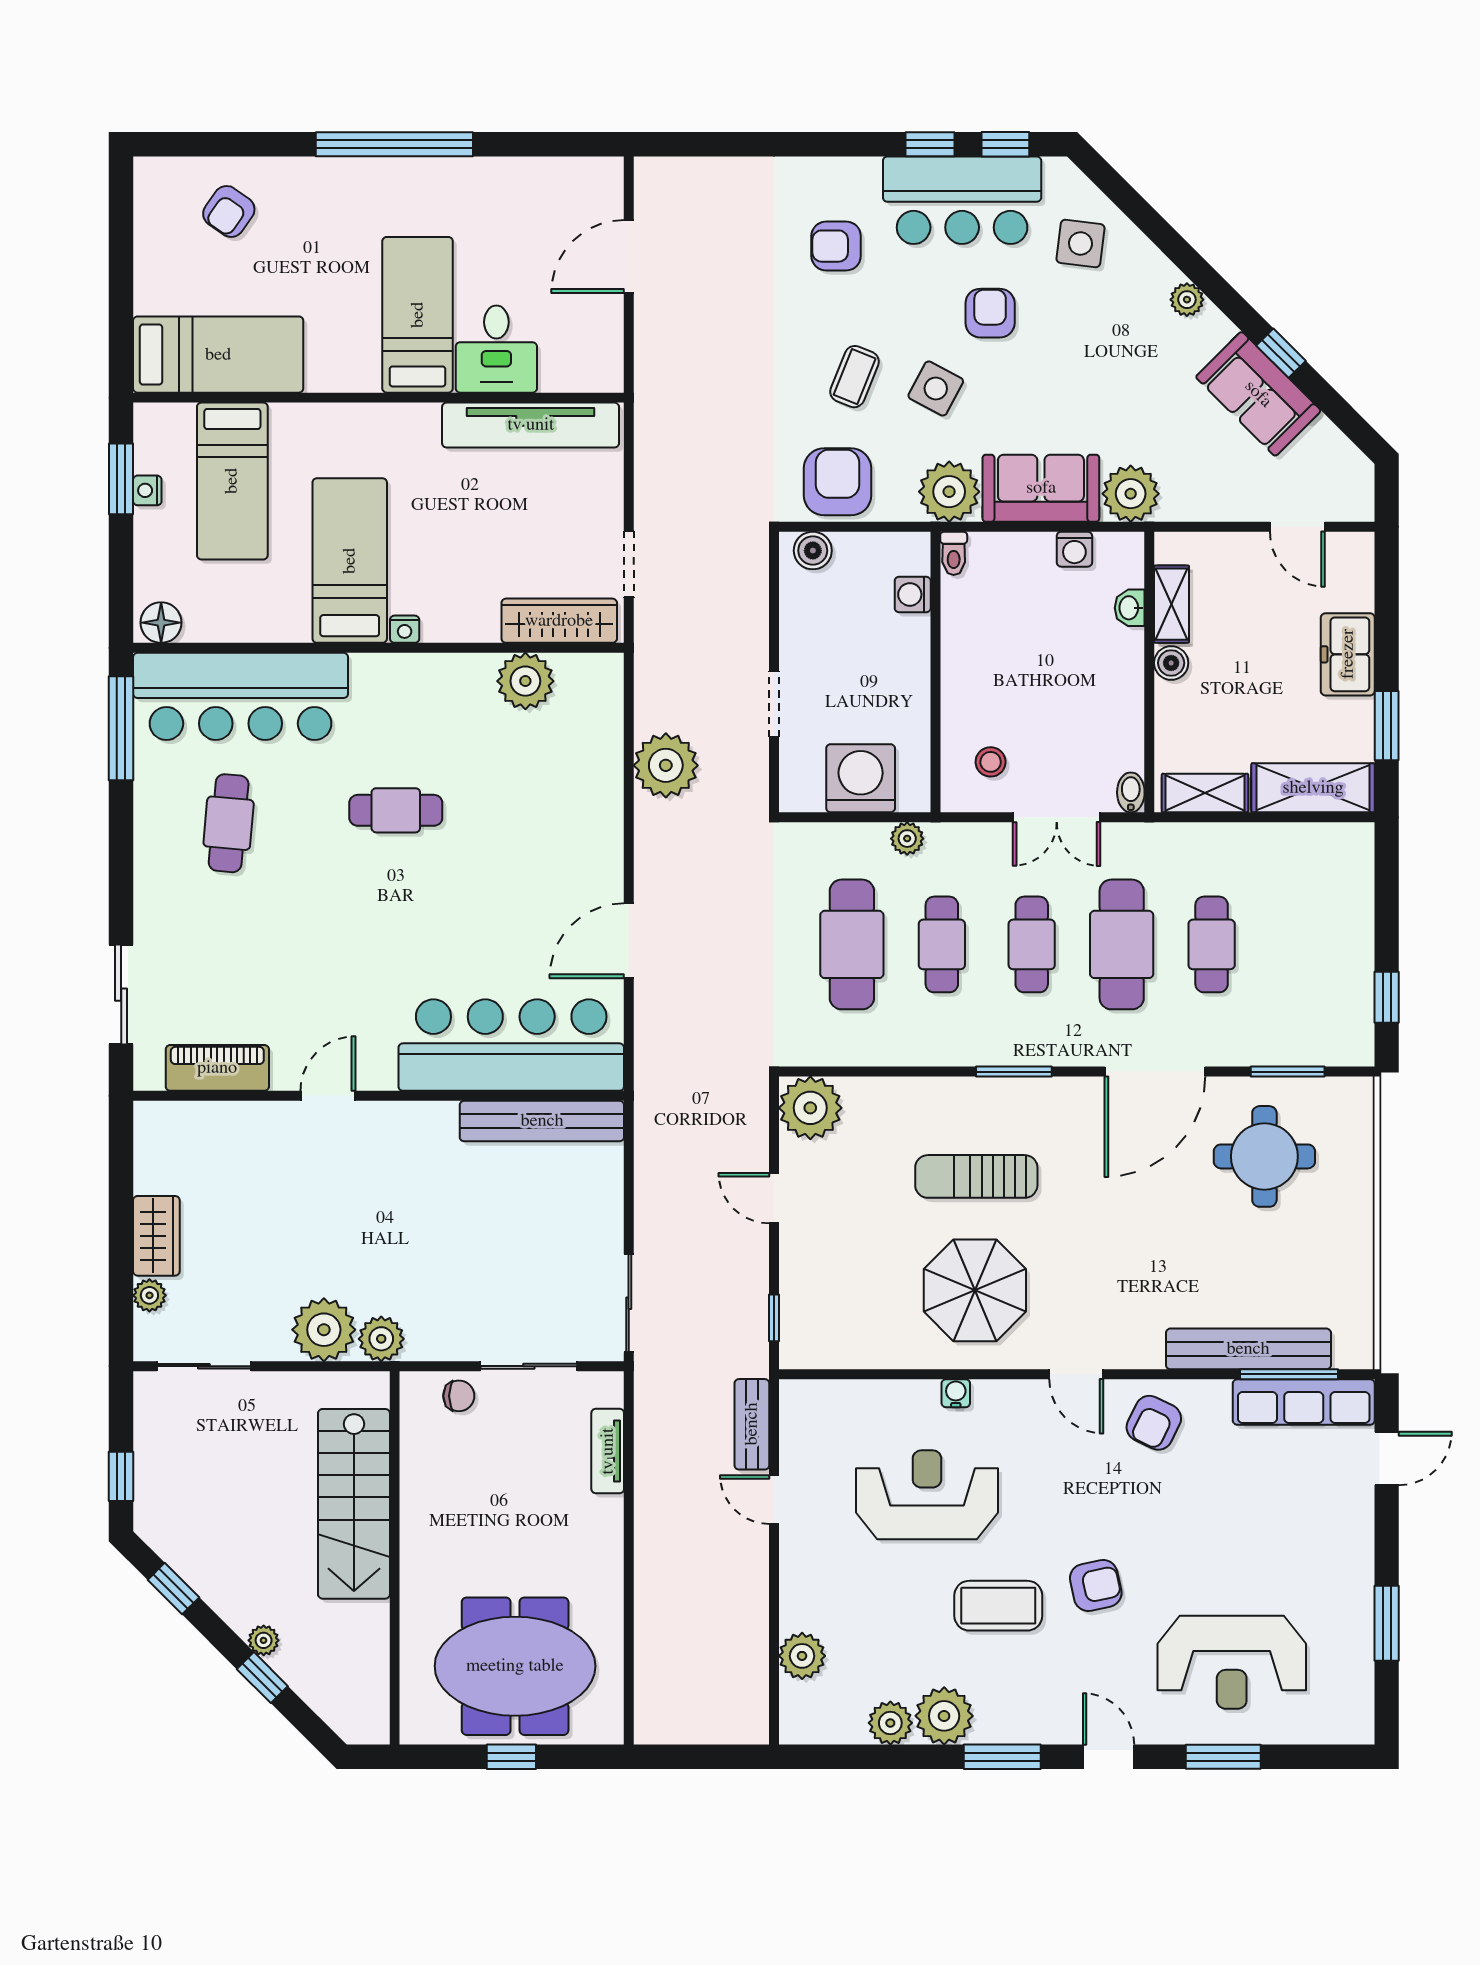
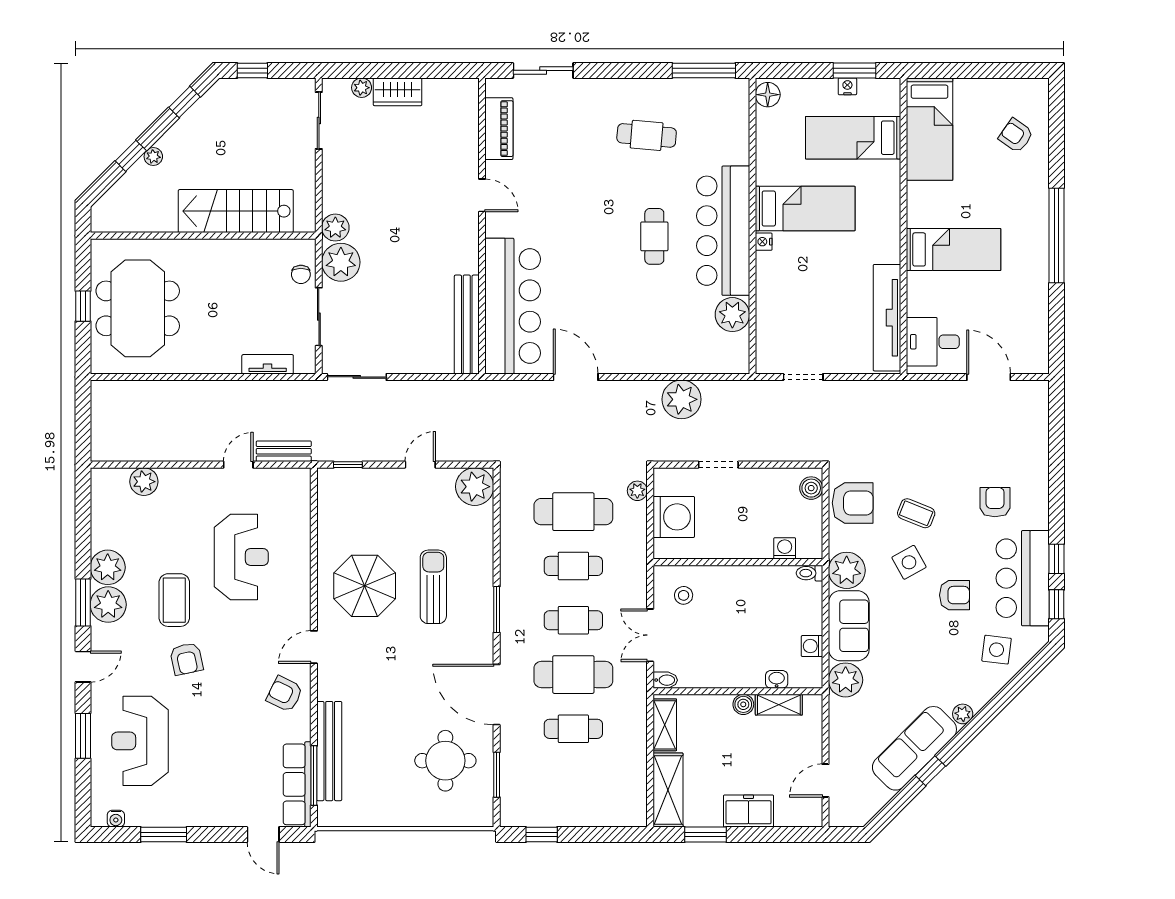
desk: (496, 349) -> (933, 342), moved
side table: (936, 388) -> (909, 562), turned 33
sofa: (1258, 394) -> (914, 748), width x1.36
wardrobe: (559, 621) -> (769, 335), removed
bar counter: (241, 696) -> (723, 231), moved
plant: (907, 839) -> (637, 491), moved
plant: (324, 1330) -> (341, 262), moved
water cooler: (956, 1393) -> (116, 819), moved, turned 90
plant: (890, 1723) -> (108, 605), moved, width x1.36, depth x1.36

